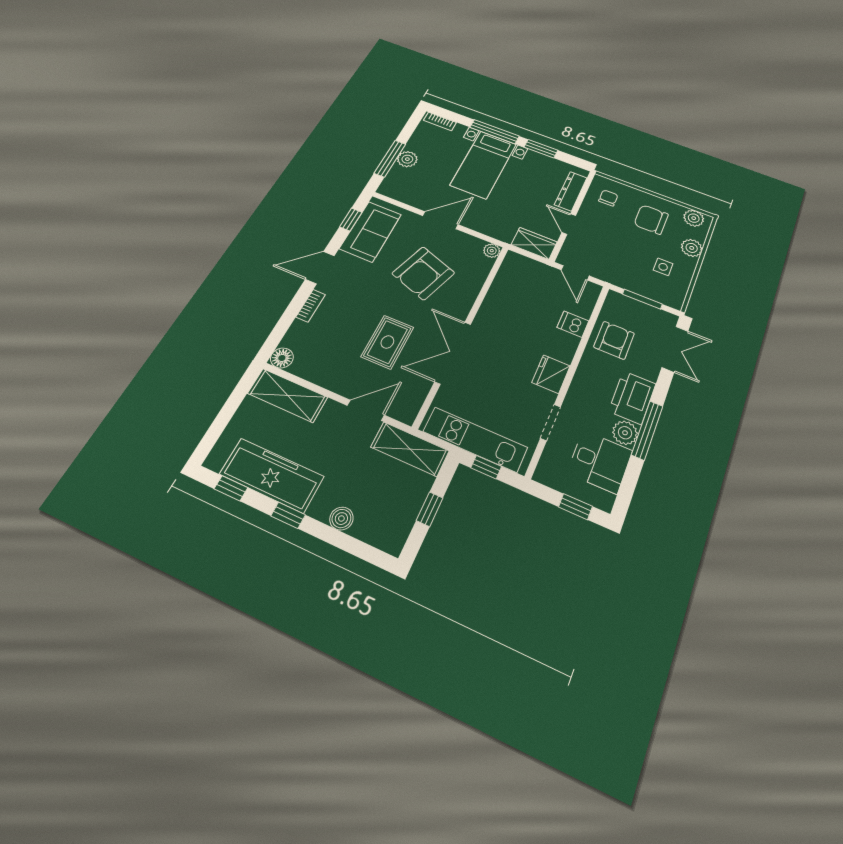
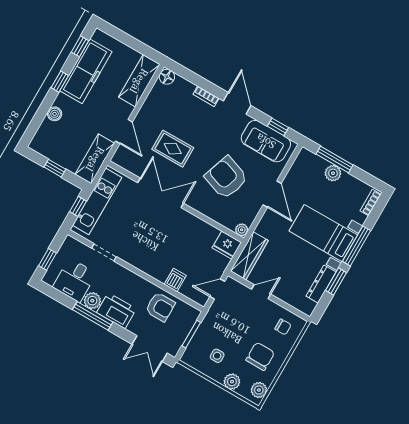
dresser: (571, 191) -> (321, 284), moved, turned -90
wardrobe: (534, 243) -> (249, 256), width x1.50
fridge: (551, 374) -> (227, 245), moved, turned 180

